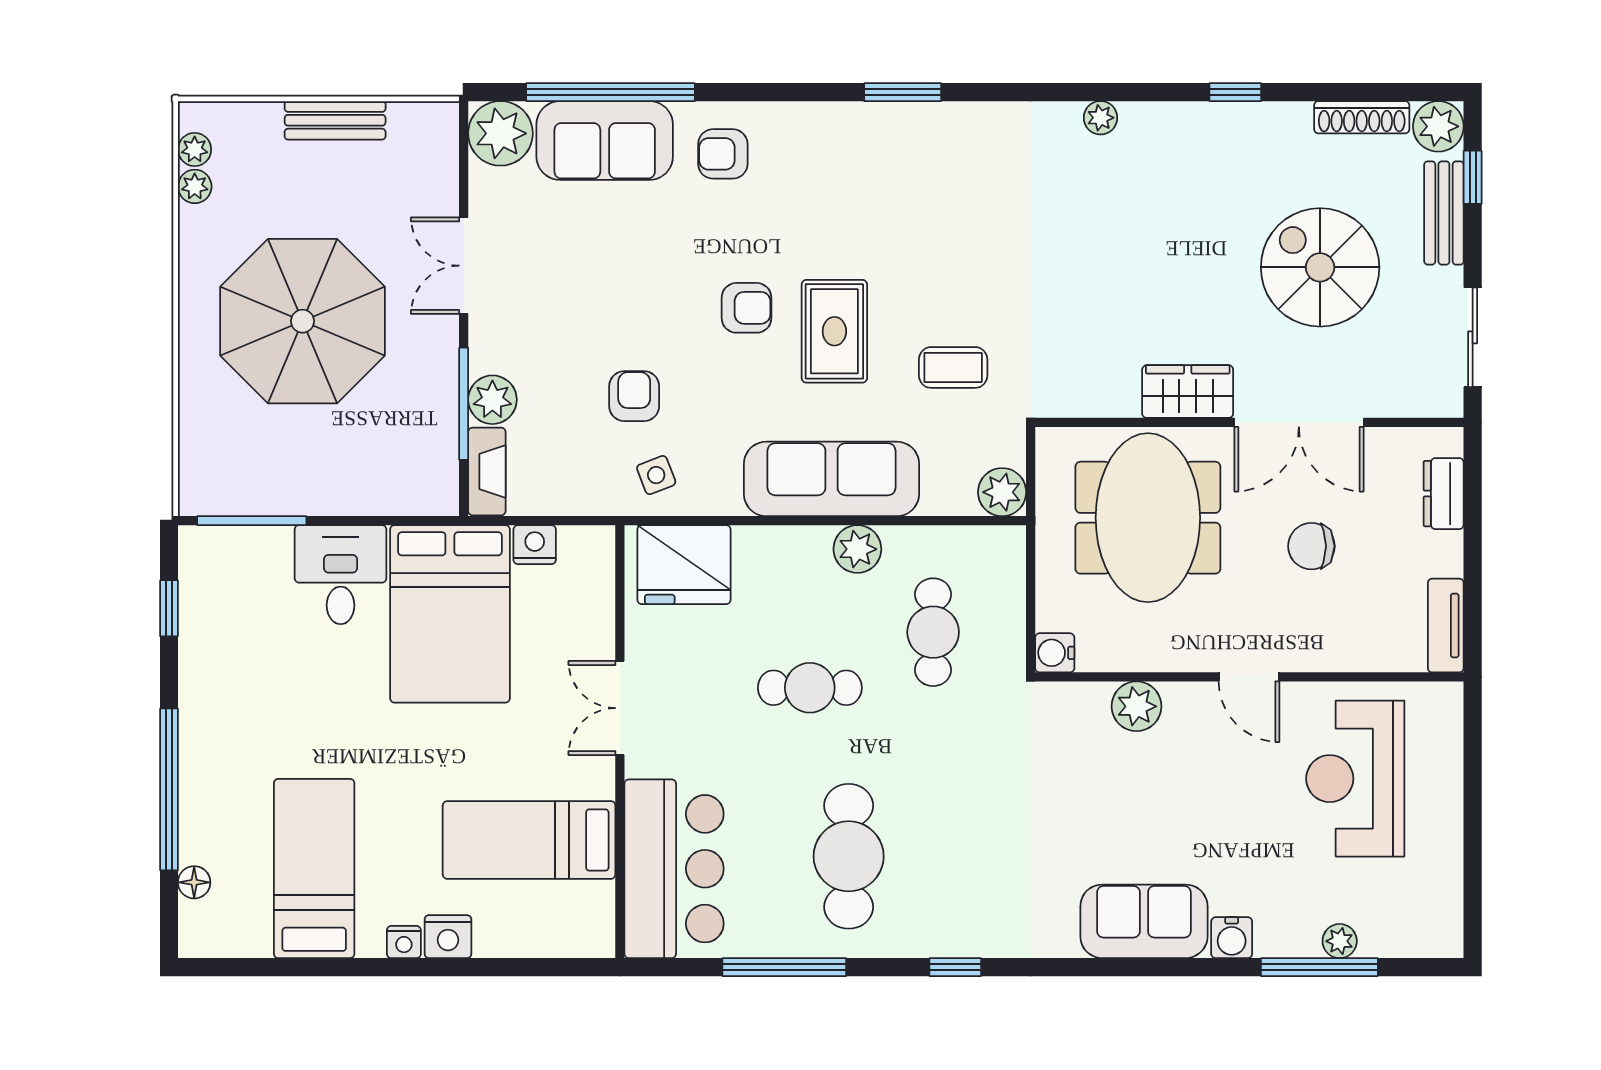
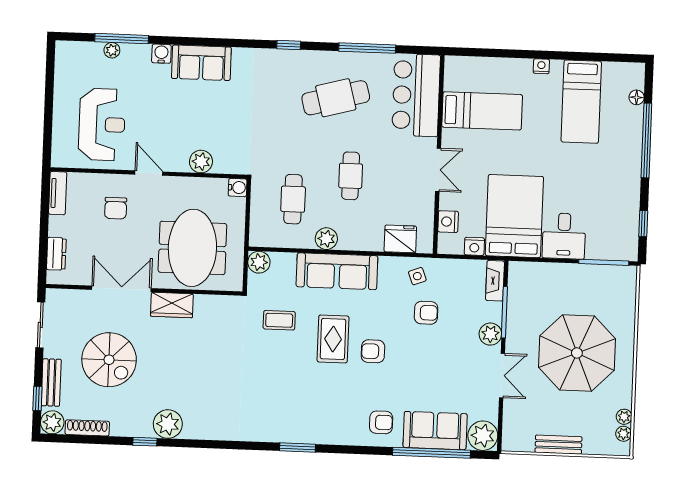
plant: (1100, 118) -> (168, 424), moved, width x1.87, depth x1.87
armchair: (634, 396) -> (426, 313), turned -90
plant: (492, 400) -> (490, 334), moved
chair: (1311, 546) -> (116, 208), moved, turned 90
fridge: (684, 565) -> (400, 239), width x0.73, depth x0.75
cafe table: (810, 688) -> (351, 176), turned 90
cafe table: (849, 856) -> (336, 98), turned 75
nightstand: (448, 937) -> (448, 222), moved, turned -90

